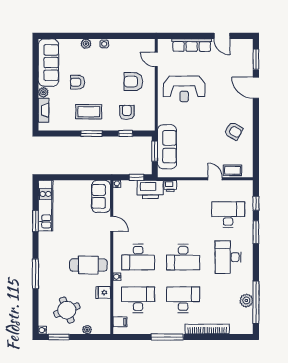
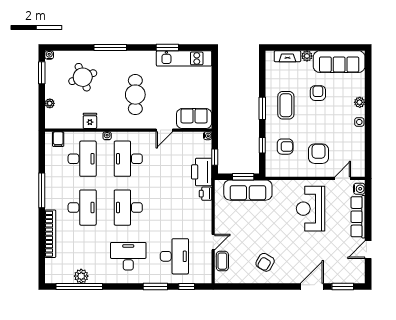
water cooler: (166, 44) -> (359, 189), added
cafe table: (88, 265) -> (135, 95), moved
round table: (67, 310) -> (83, 77), moved

